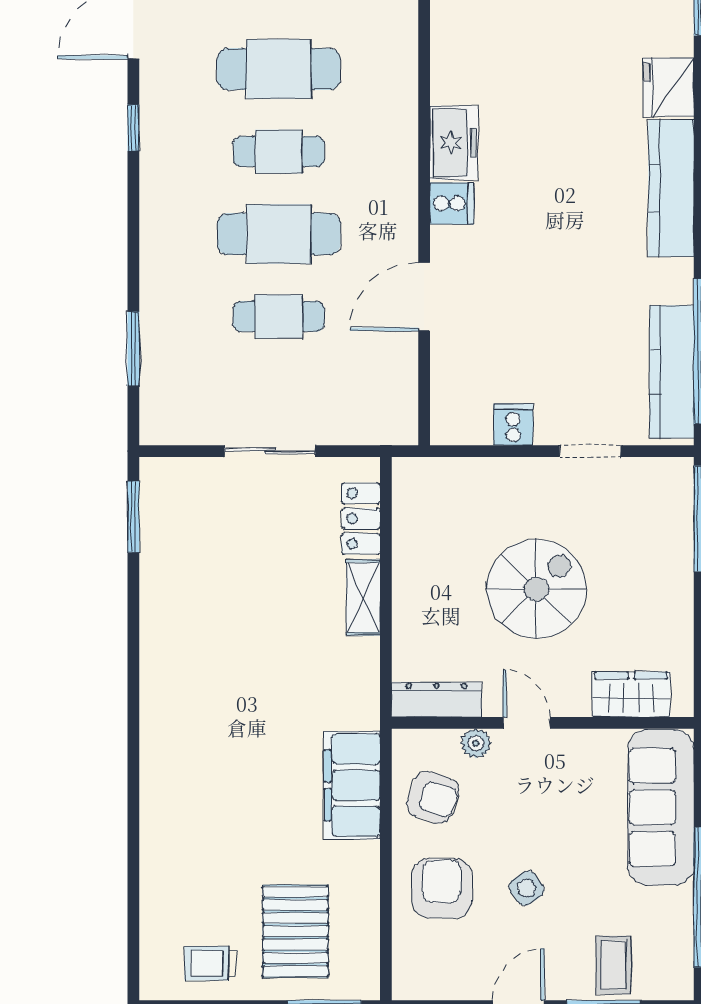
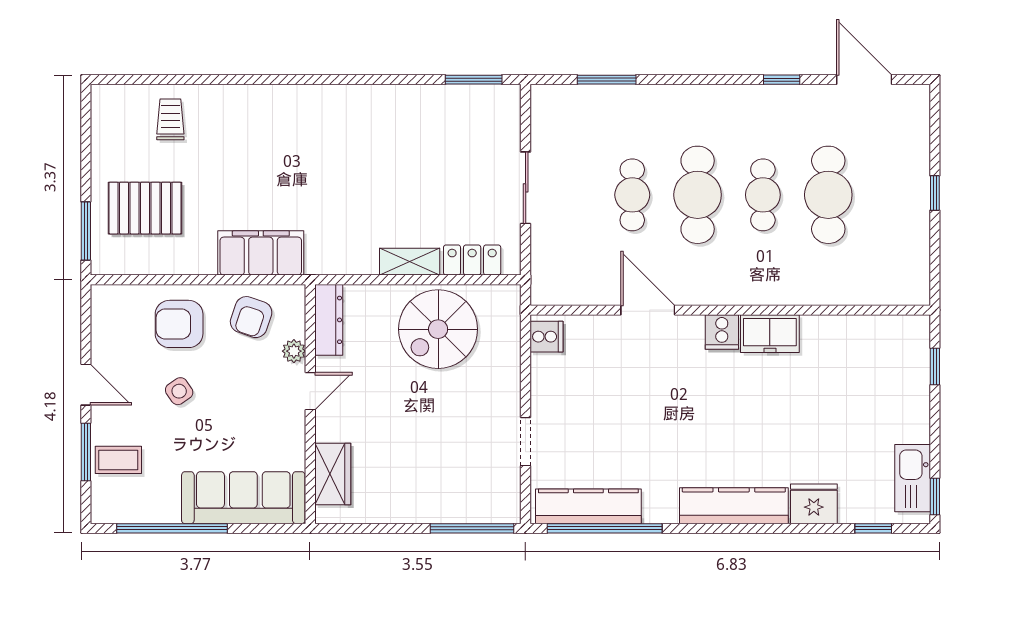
cooker: (513, 425) -> (547, 337), moved
spiral stairs: (536, 589) -> (438, 329), moved, turned 90
armchair: (442, 888) -> (179, 324), turned 180
trolley: (210, 963) -> (170, 119), moved

